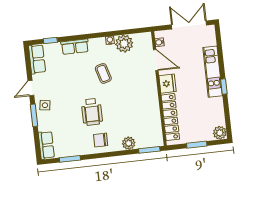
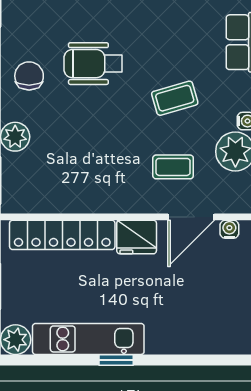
coffee table: (134, 71) -> (173, 167), added
kitchen unit: (213, 72) -> (88, 339), moved

